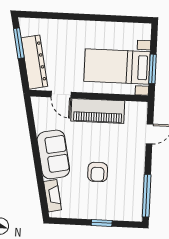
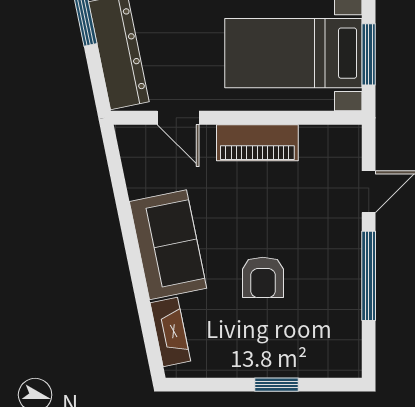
piano: (98, 111) -> (257, 143), width x0.73, depth x0.75
window: (147, 196) -> (369, 276), moved

